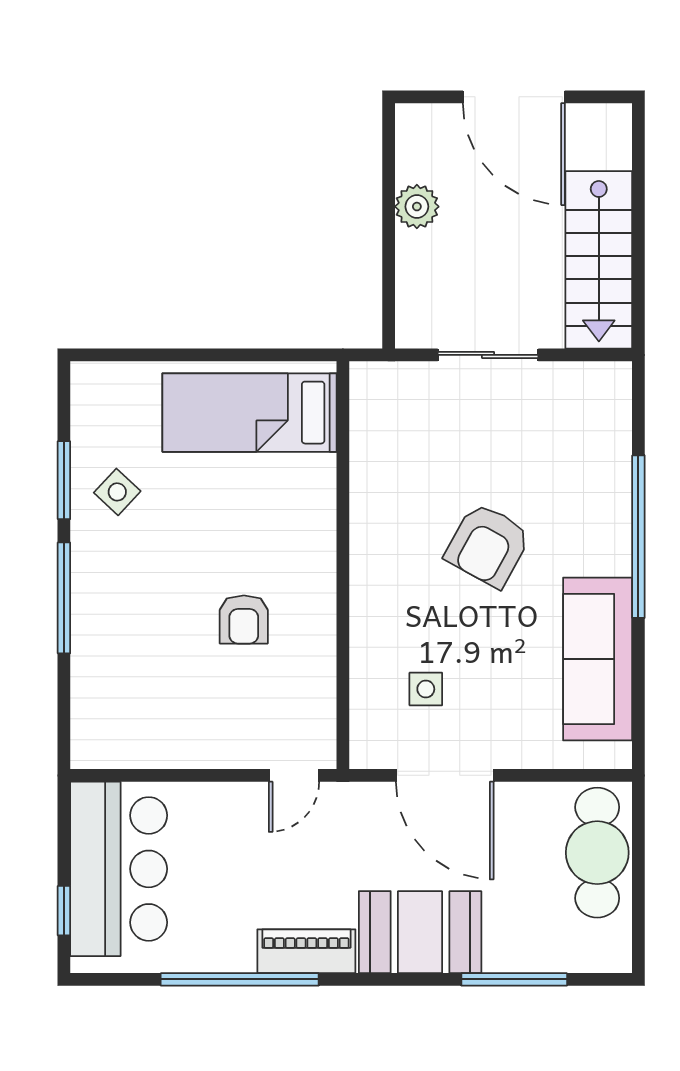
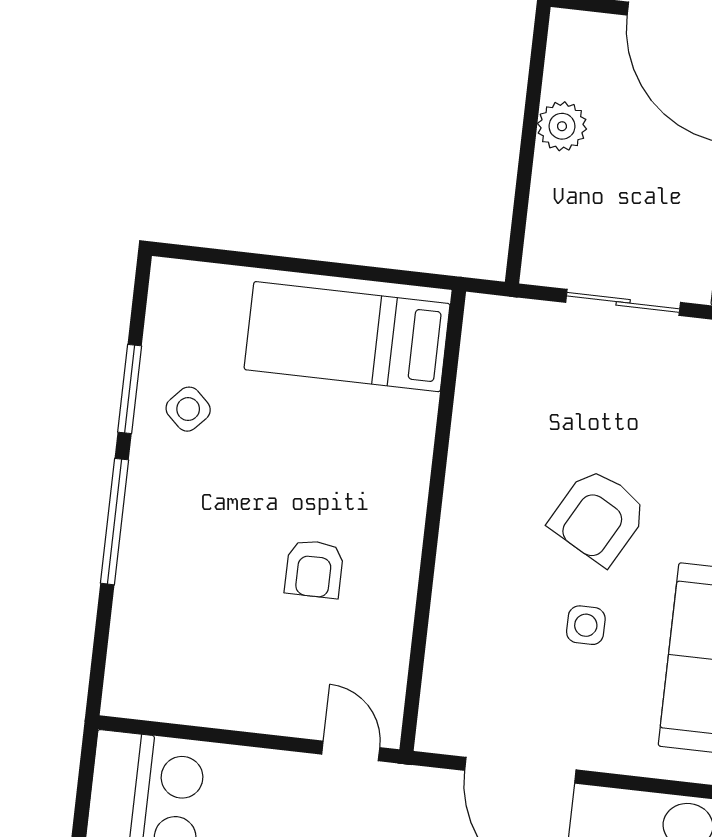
side table: (426, 689) -> (586, 625), moved
door: (294, 775) -> (351, 751), swing flipped

